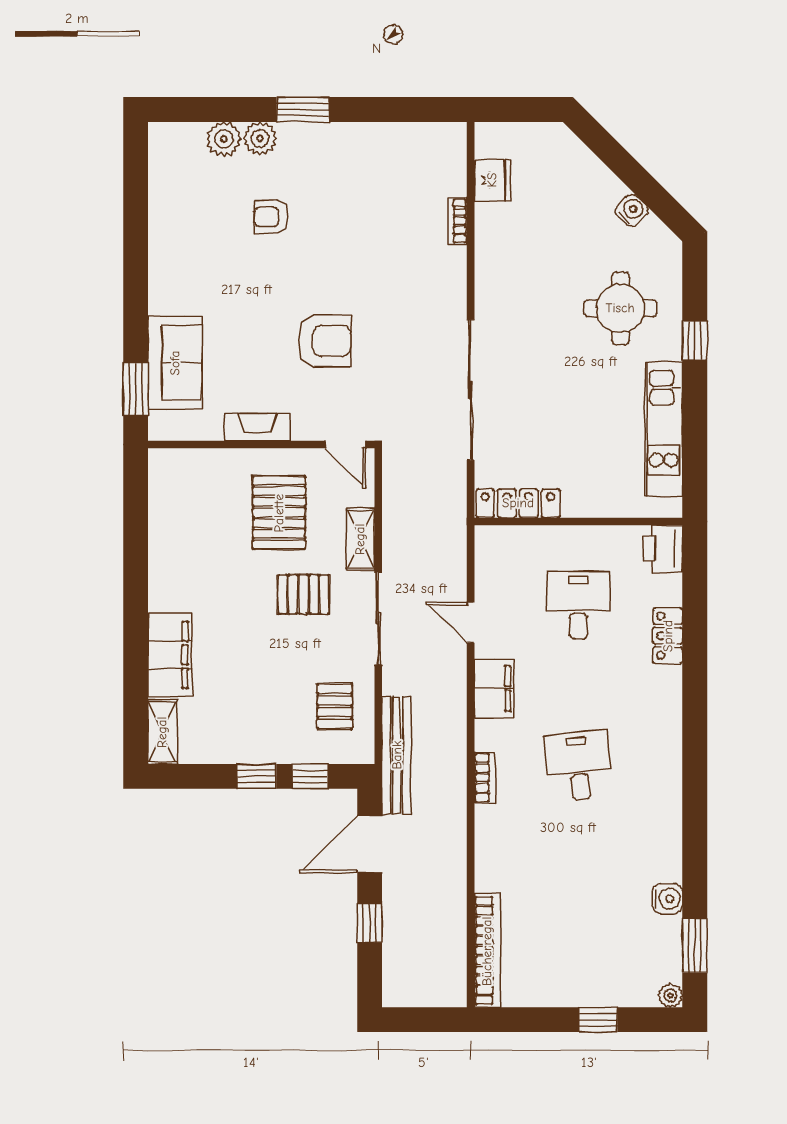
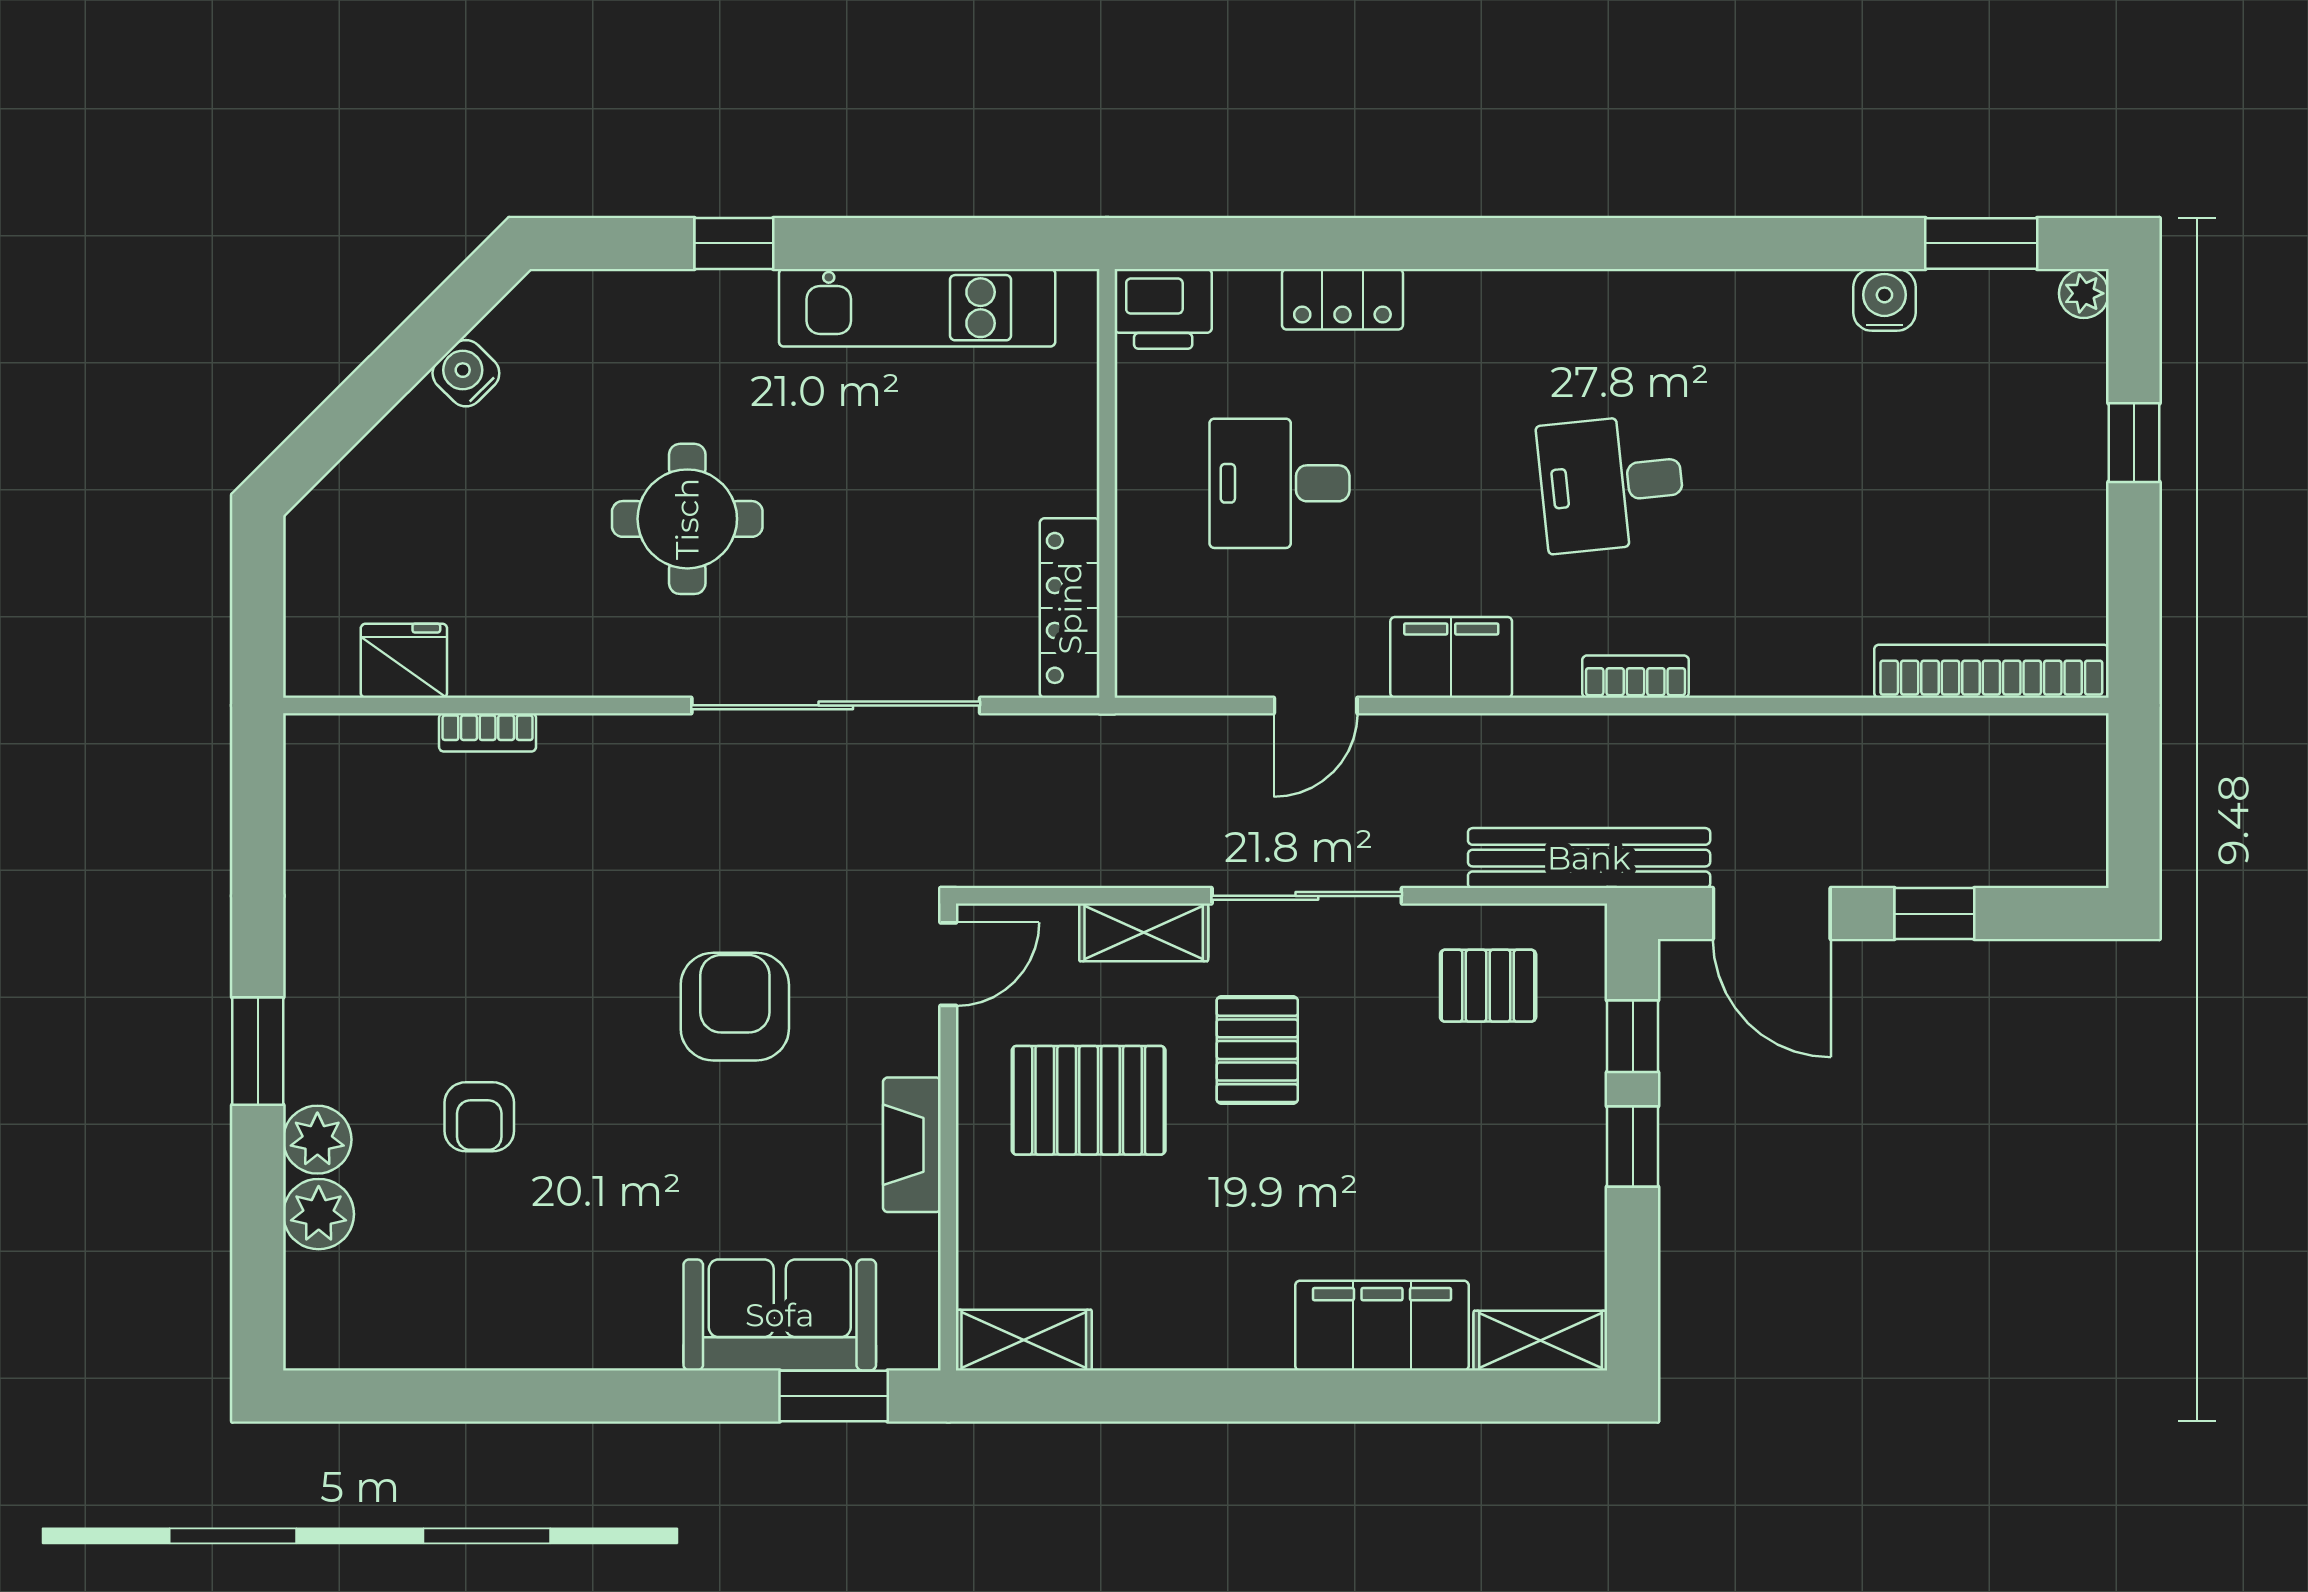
round table: (620, 308) -> (687, 519), moved
shelving: (163, 481) -> (1024, 1340), added

